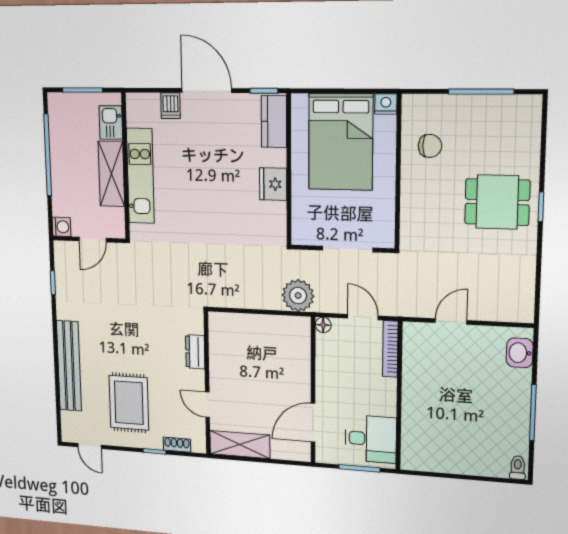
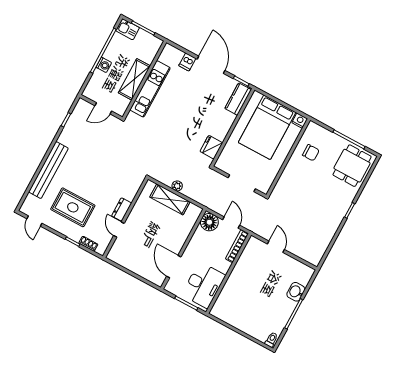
kitchen sink: (111, 122) -> (128, 29), moved, turned -90
fridge: (273, 184) -> (211, 147), moved
dining table: (497, 202) -> (352, 166), moved, turned 90
washing machine: (61, 227) -> (104, 65), moved
plant: (298, 296) -> (177, 186), moved, width x0.53, depth x0.53
door: (451, 322) -> (276, 247), hinge flipped
floor lamp: (323, 325) -> (209, 222), width x1.89, depth x1.89
dresser: (195, 352) -> (122, 209), moved
washbasin: (520, 353) -> (296, 292), moved
rug: (129, 403) -> (73, 207), turned 90
door: (313, 423) -> (174, 267), hinge flipped
desk: (371, 439) -> (204, 285), width x1.37
shelving: (240, 445) -> (170, 199), moved

